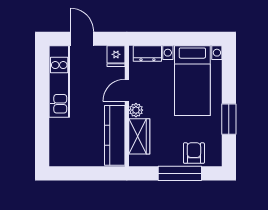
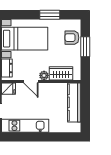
kitchen counter: (115, 135) -> (74, 102), moved, turned 90
window: (180, 173) -> (85, 47), width x0.69

